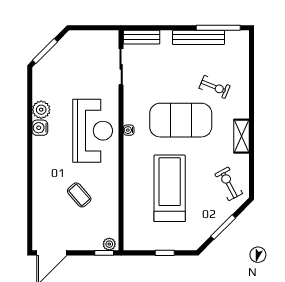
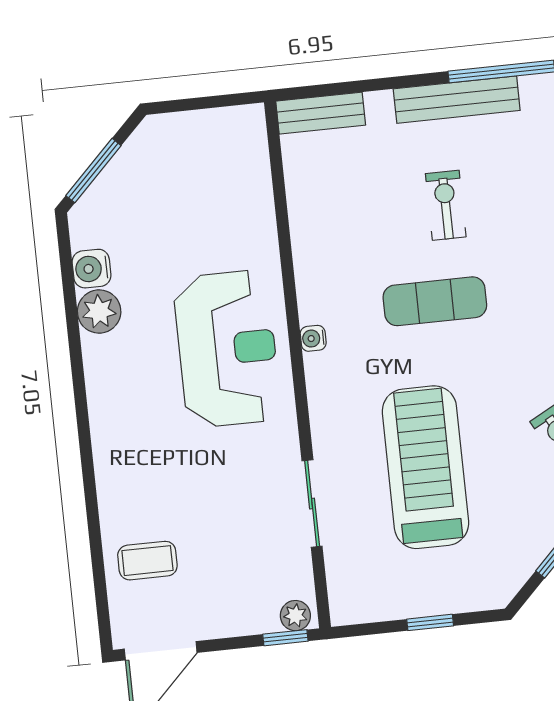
sliding door: (121, 67) -> (312, 504), moved
exercise bike: (215, 87) -> (446, 205), moved, turned -112
exercise mat: (181, 120) -> (435, 301), width x0.50, depth x0.69
water cooler: (40, 128) -> (92, 269), moved
coffee table: (79, 195) -> (147, 561), moved, turned -49

